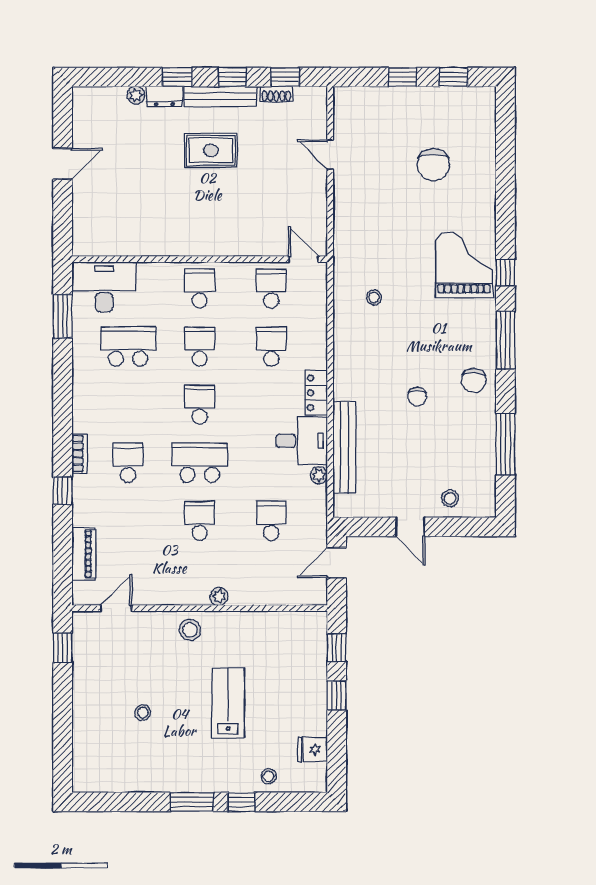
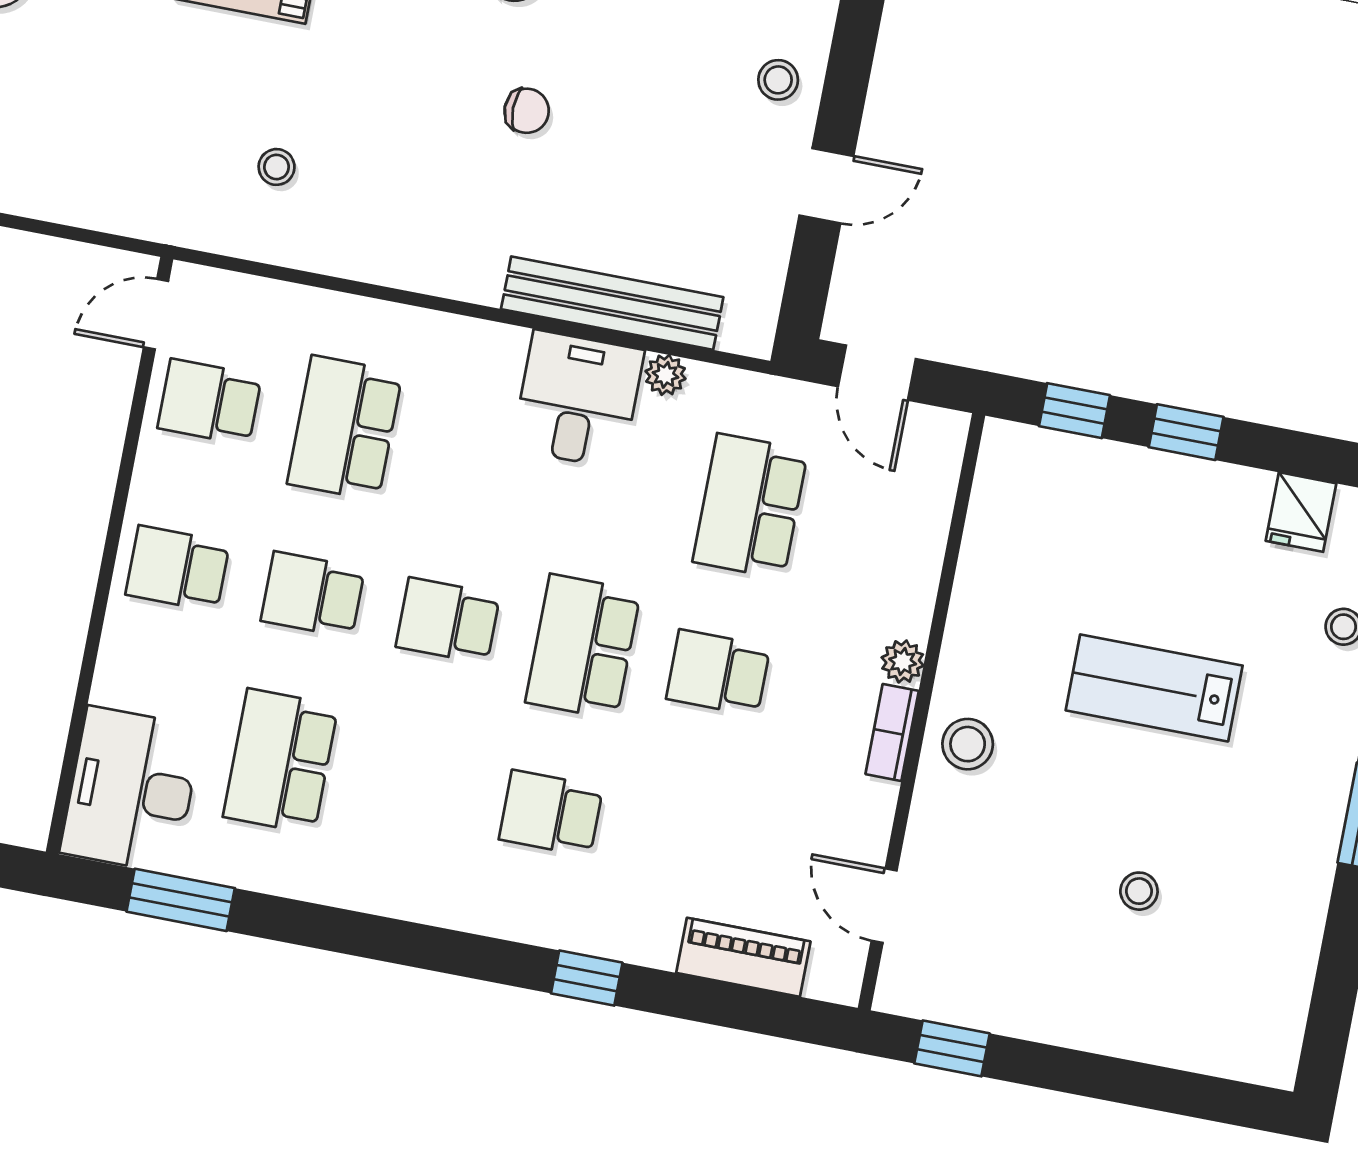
school desk: (271, 347) -> (345, 428), width x1.85
locker: (316, 393) -> (473, 344), removed
bookcase: (80, 454) -> (892, 733), moved, turned -90
school desk: (271, 521) -> (750, 506), width x1.85

